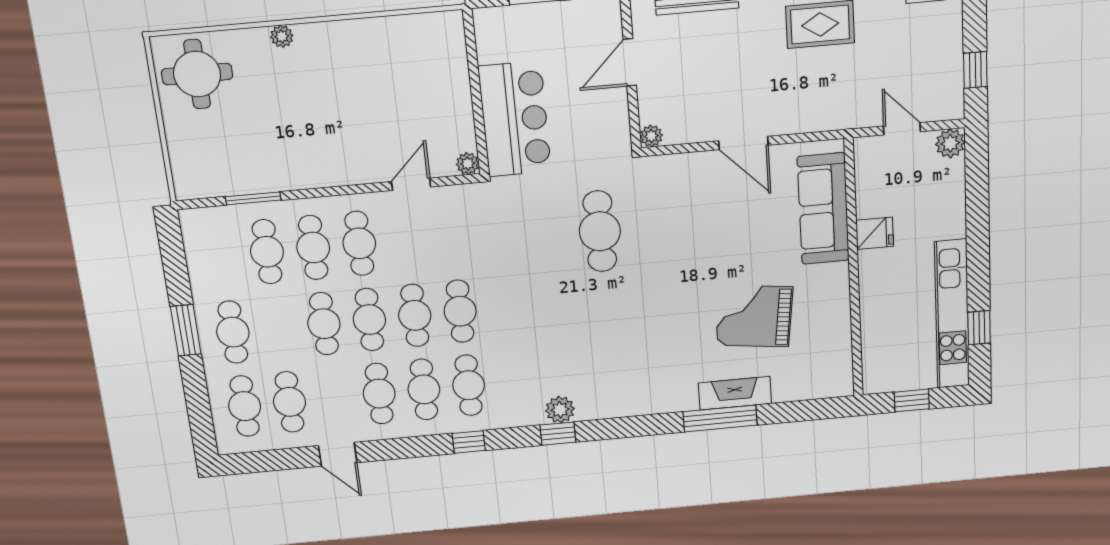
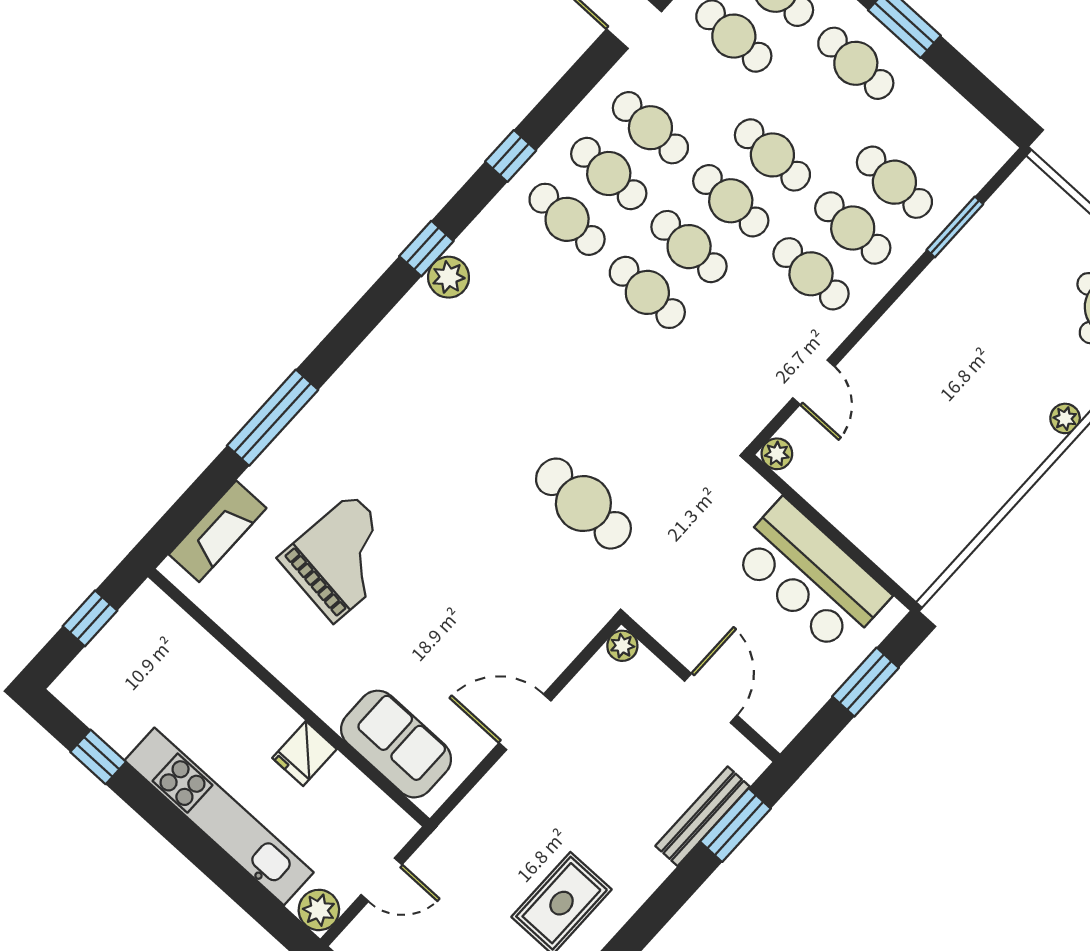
bar counter: (515, 119) -> (810, 576), moved
sofa: (823, 209) -> (396, 744), width x0.73
kitchen unit: (952, 314) -> (219, 816), moved
fireplace: (735, 393) -> (218, 531), moved

